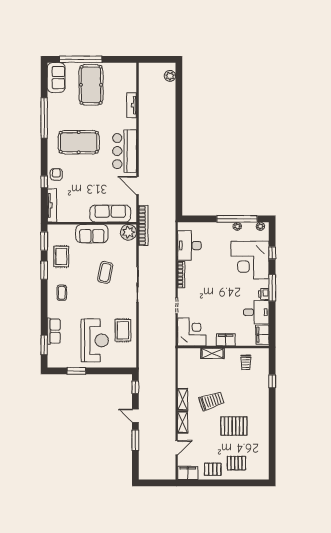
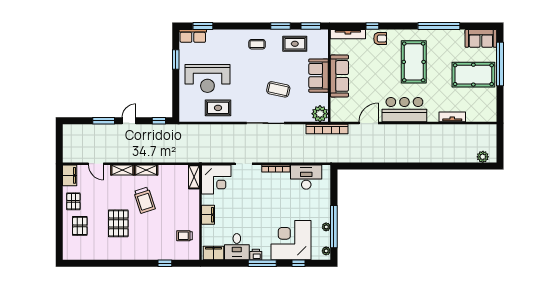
sofa: (110, 214) -> (339, 76), moved
row of seats: (54, 331) -> (193, 36), moved
shelving: (212, 353) -> (194, 177), moved

